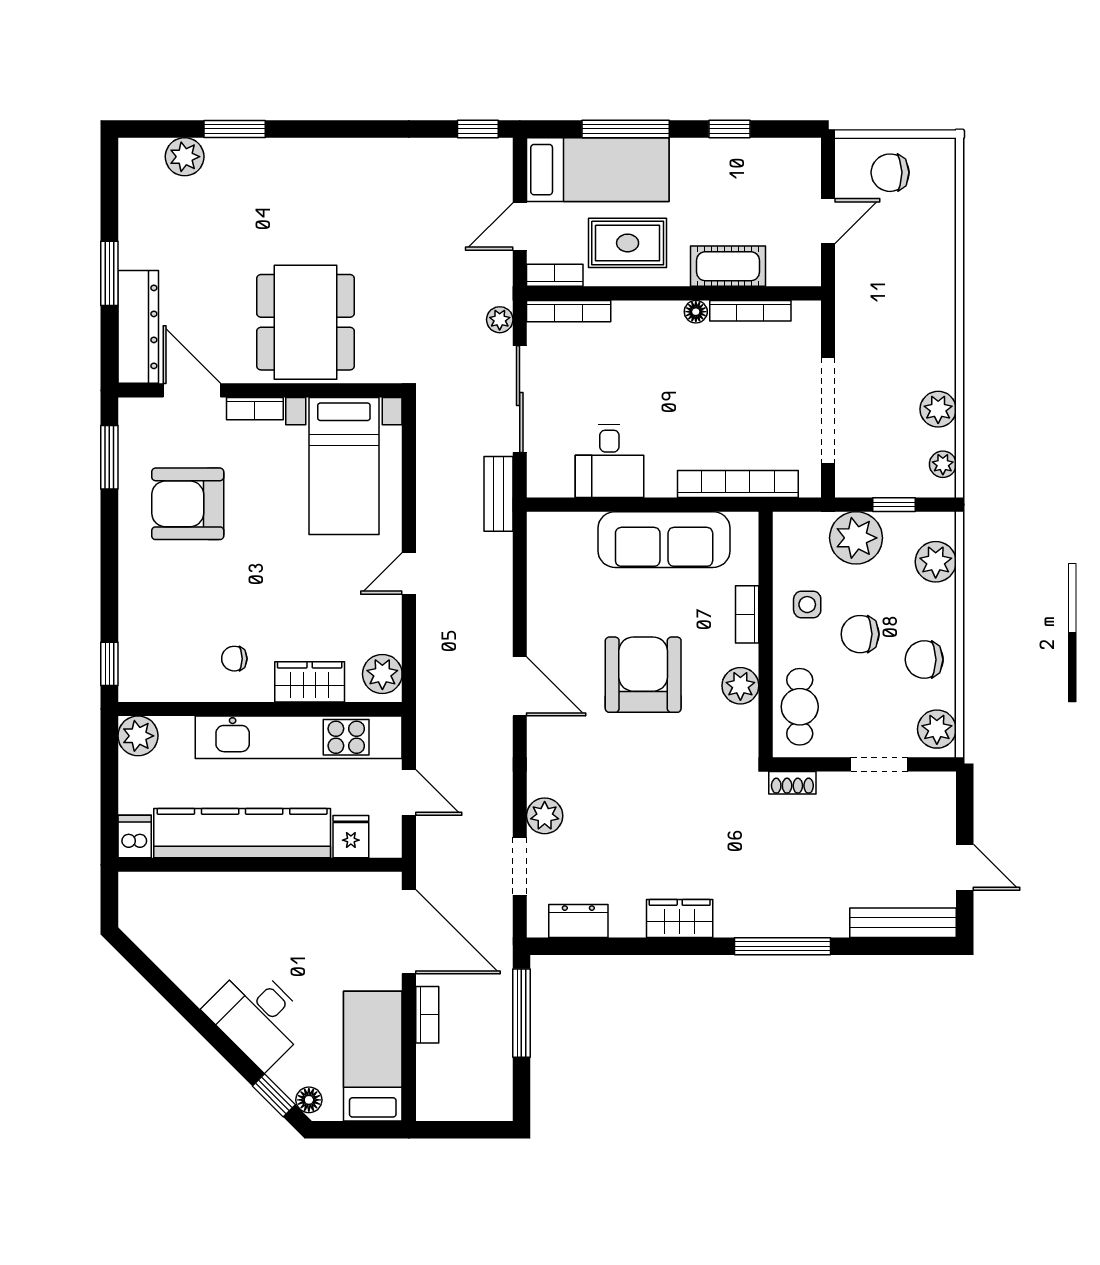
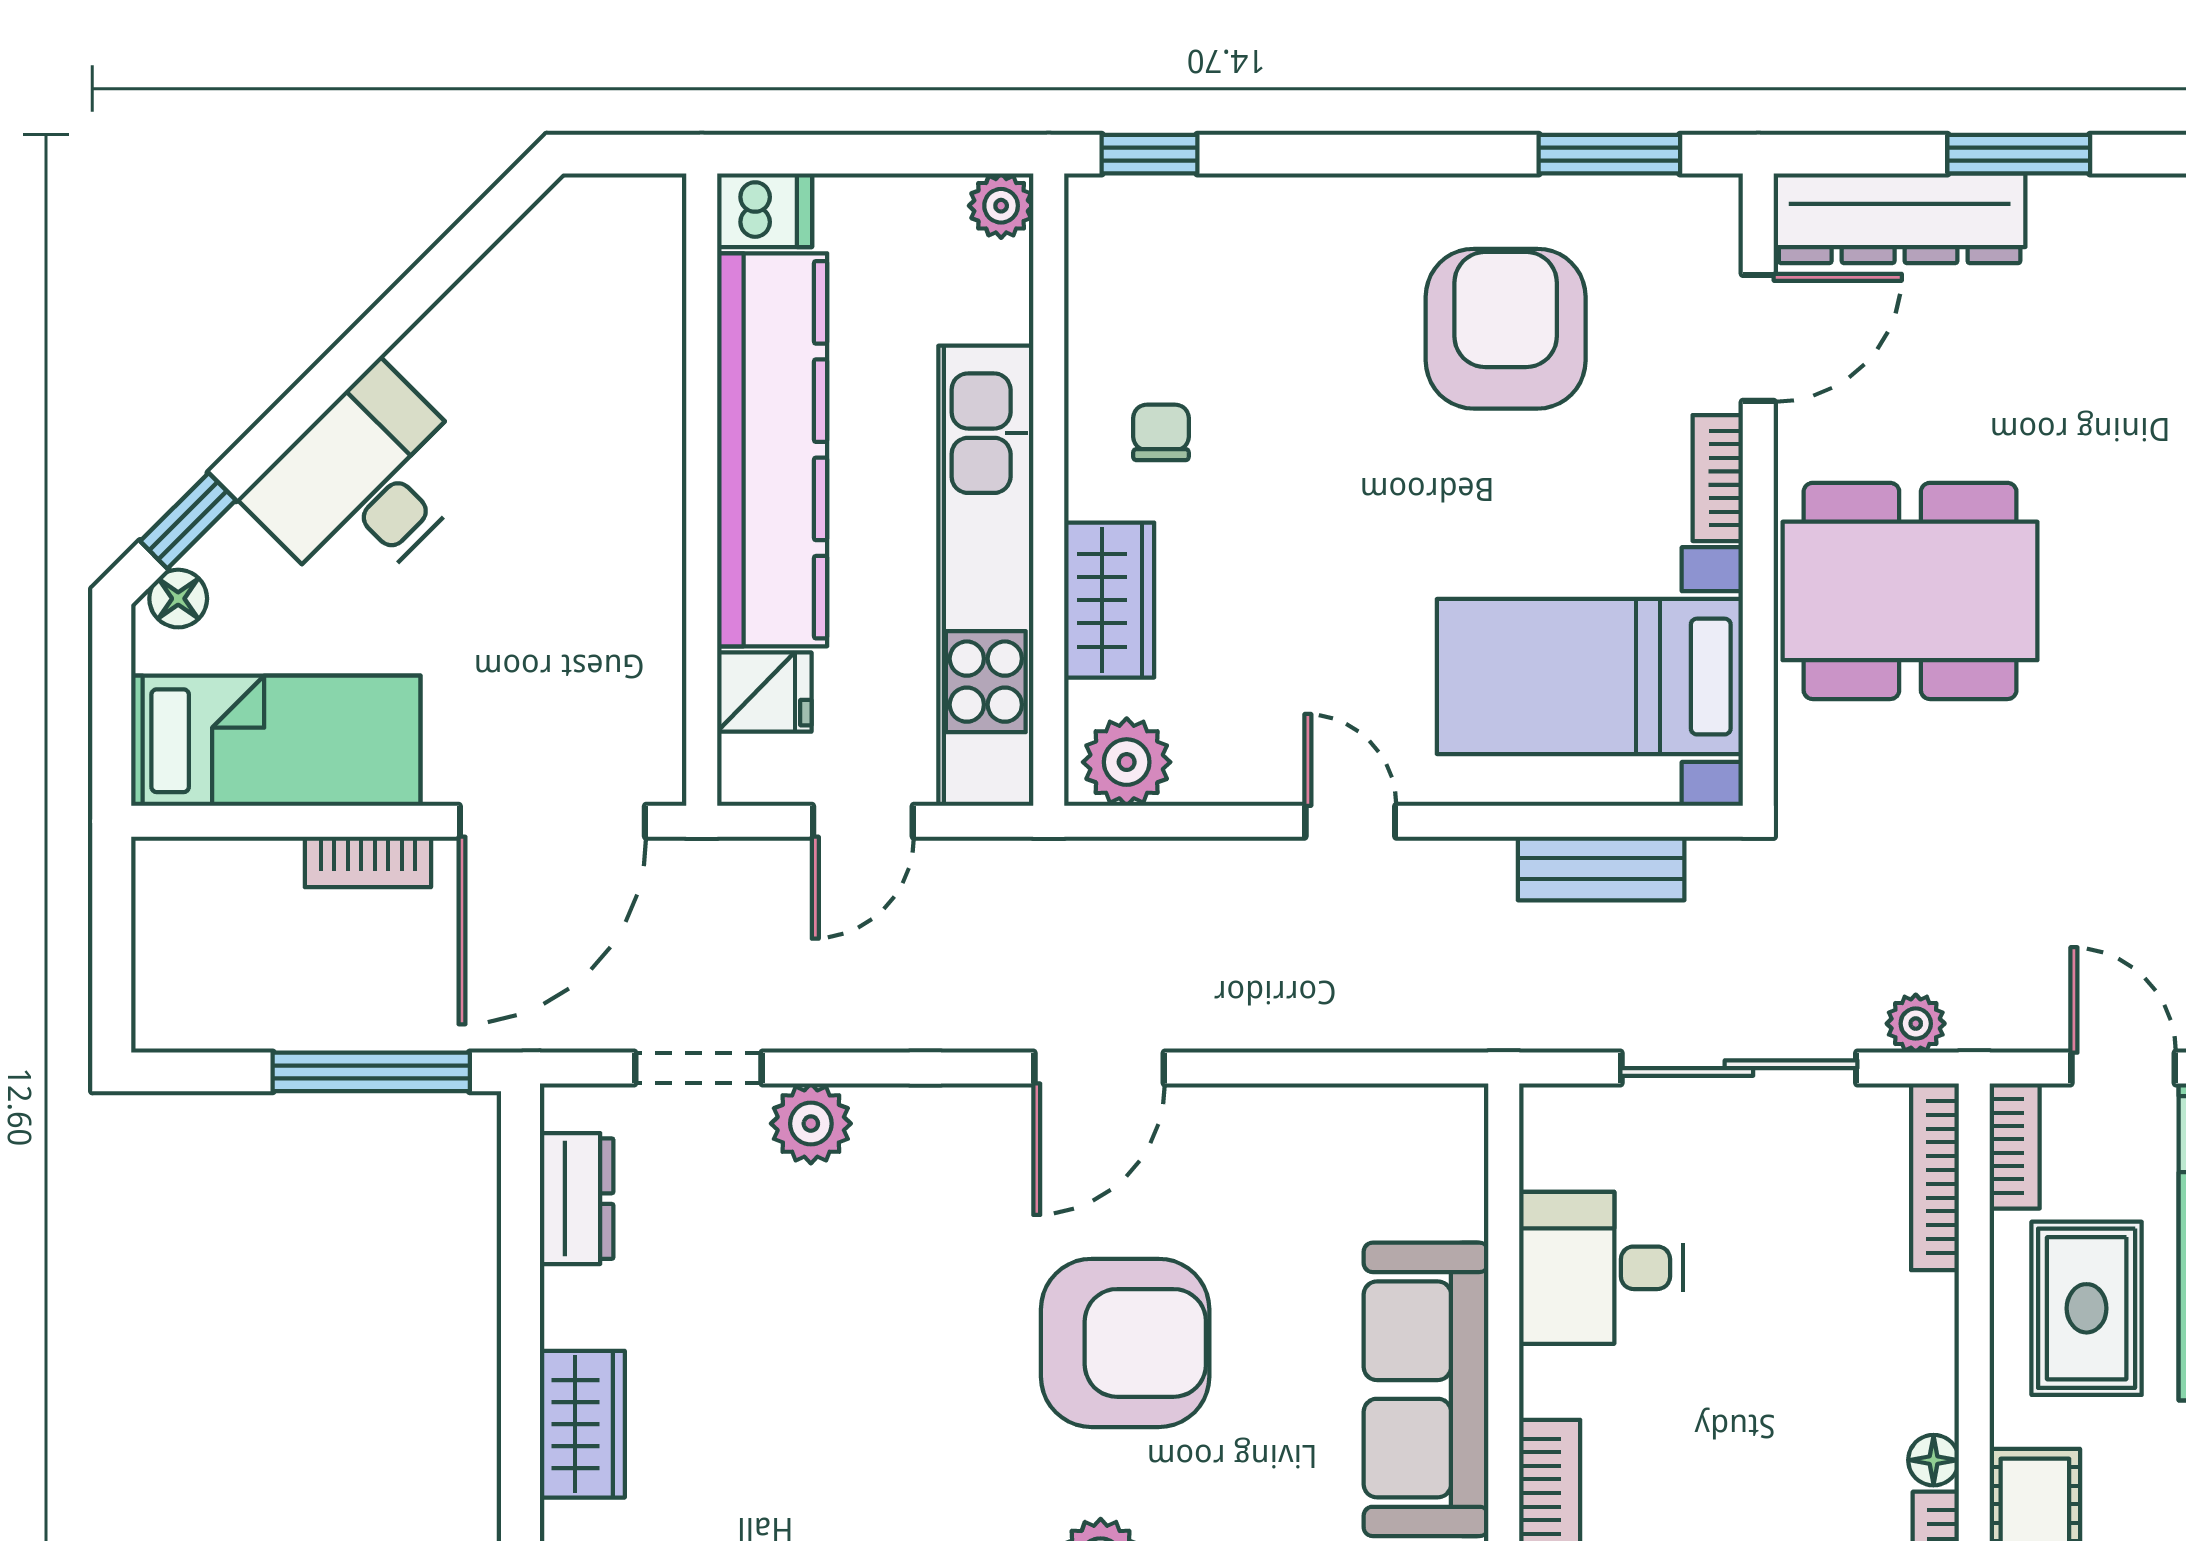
bench: (499, 494) -> (1601, 869), moved
plant: (138, 736) -> (1001, 206), width x0.73, depth x0.73

